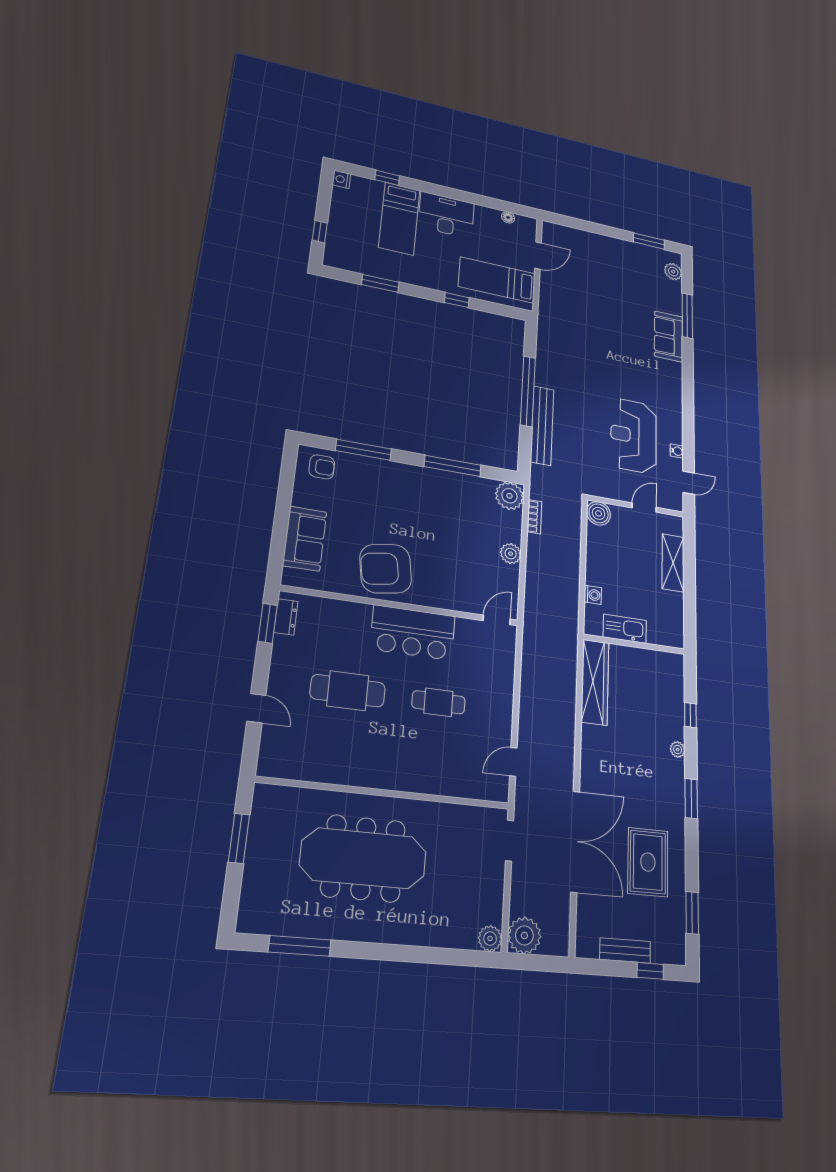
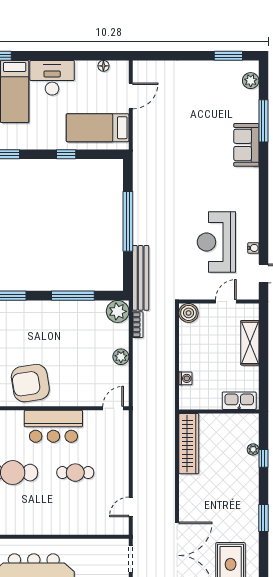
bench: (542, 425) -> (141, 278), moved
kitchen sink: (625, 629) -> (239, 401), moved
plant: (678, 749) -> (253, 449), moved

